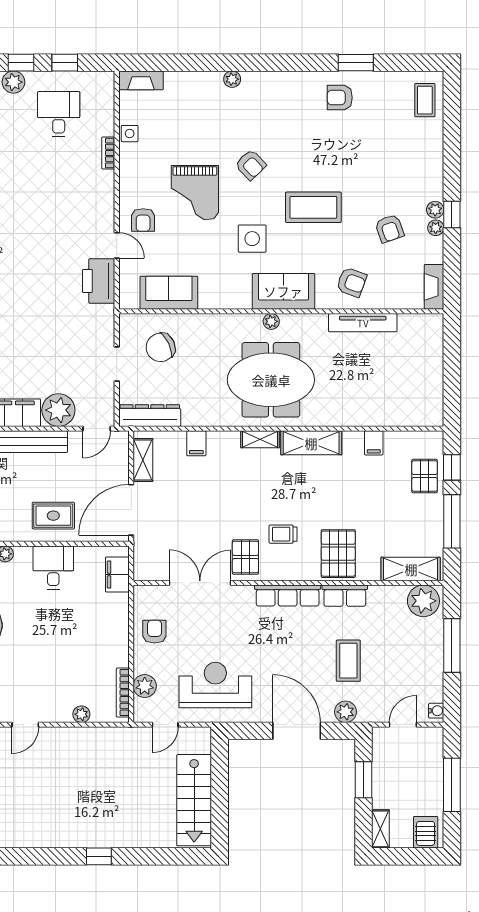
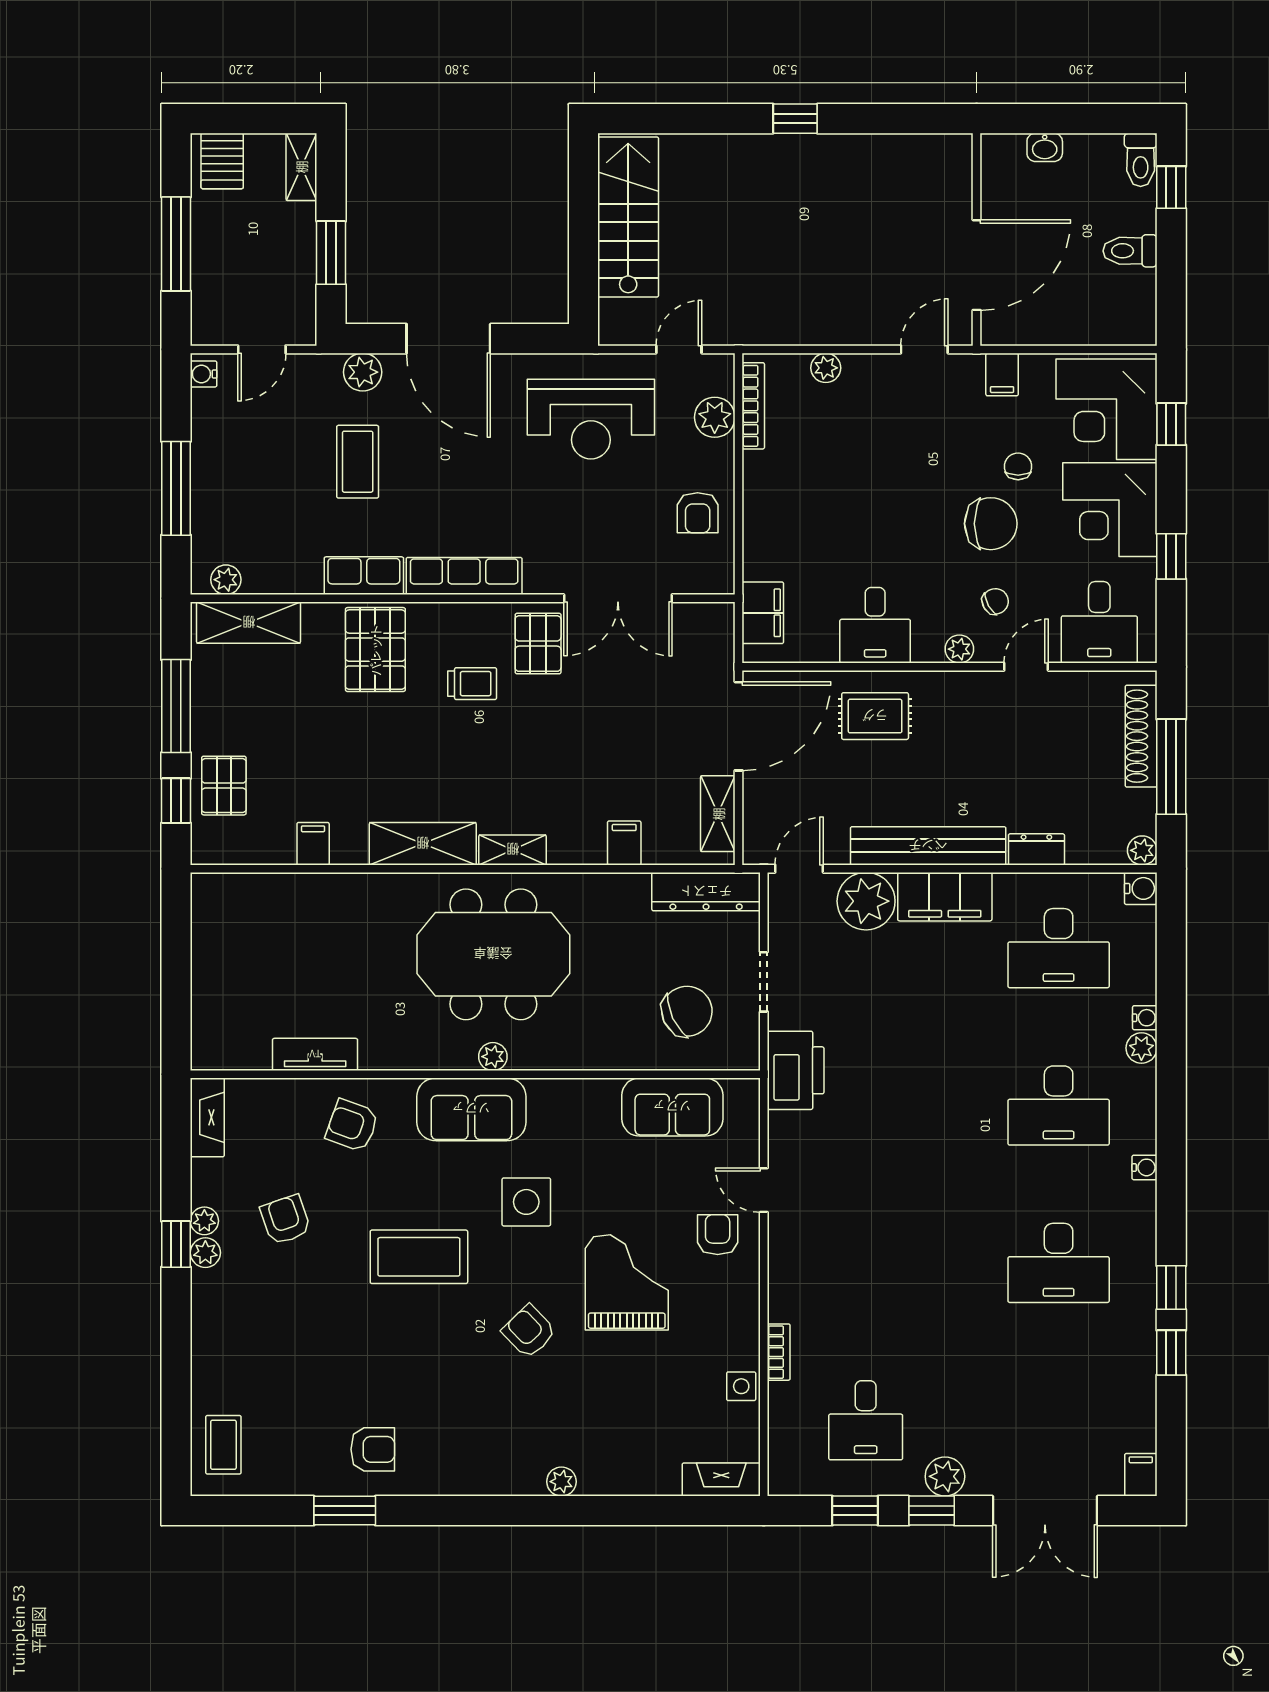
printer: (99, 281) -> (796, 1070), moved
tv unit: (363, 323) -> (315, 1054), width x0.71
plant: (423, 601) -> (226, 580), width x0.53, depth x0.53

